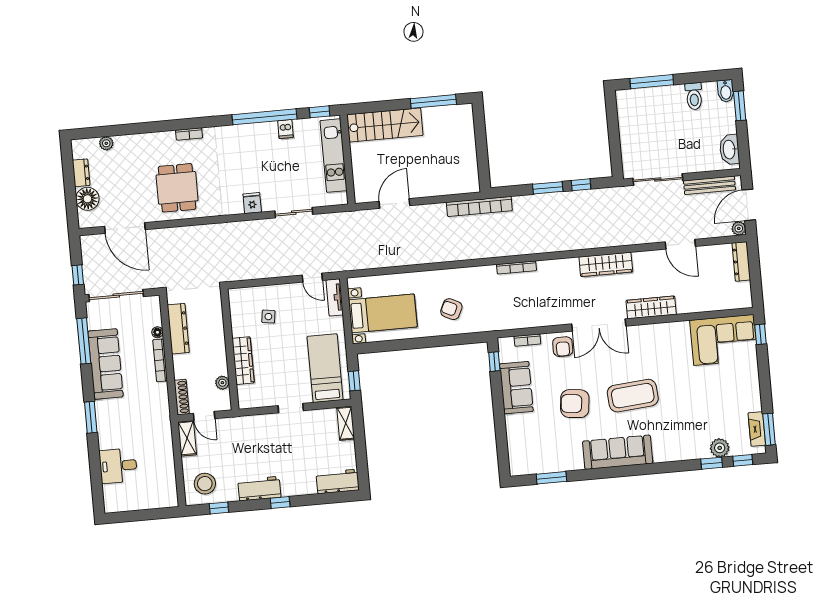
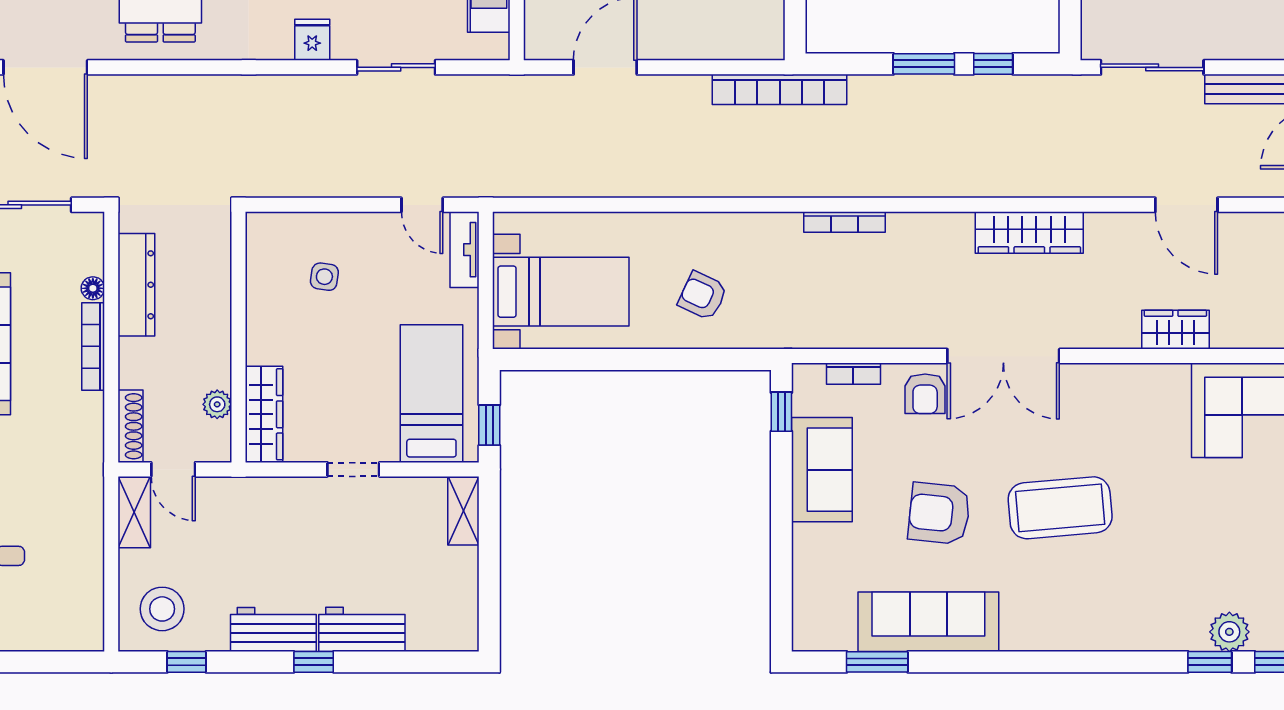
wardrobe: (651, 307) -> (1175, 330), moved, width x0.67
wardrobe: (243, 361) -> (264, 414), moved
sofa: (618, 452) -> (928, 622), moved
workbench: (338, 481) -> (362, 629), moved

